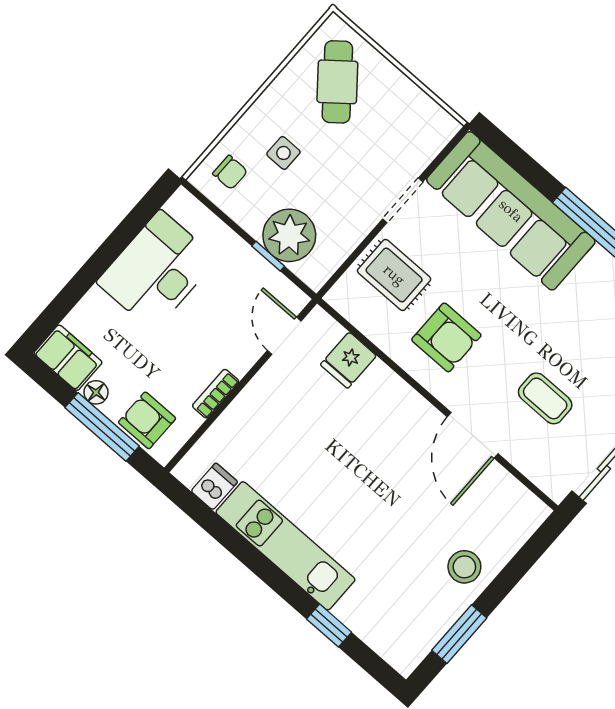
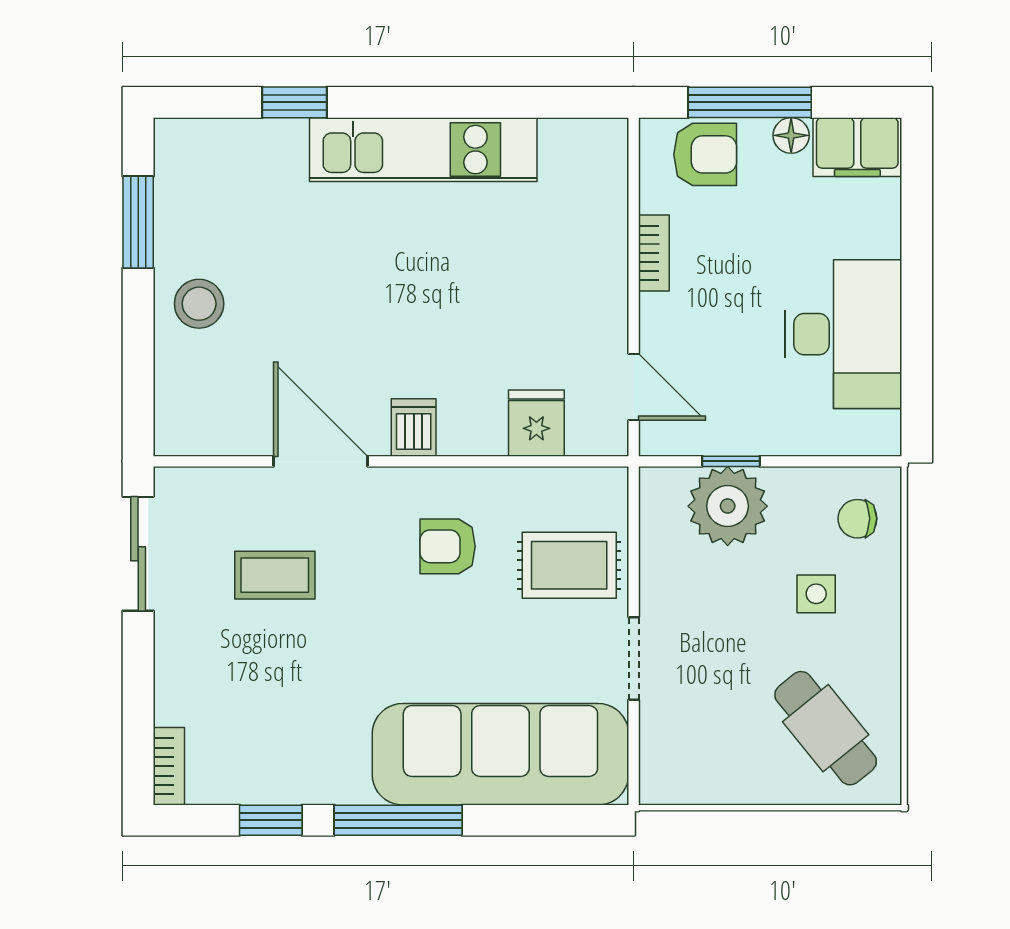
armchair: (446, 337) -> (448, 546), width x0.72, depth x0.72
dishwasher: (214, 486) -> (414, 427), moved, turned 180

